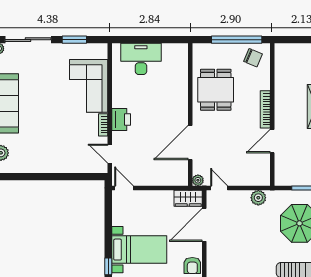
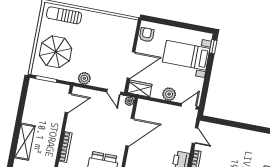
door: (272, 141) -> (68, 103), moved
door: (124, 188) -> (189, 106), swing flipped
plant: (151, 198) -> (169, 94), added

